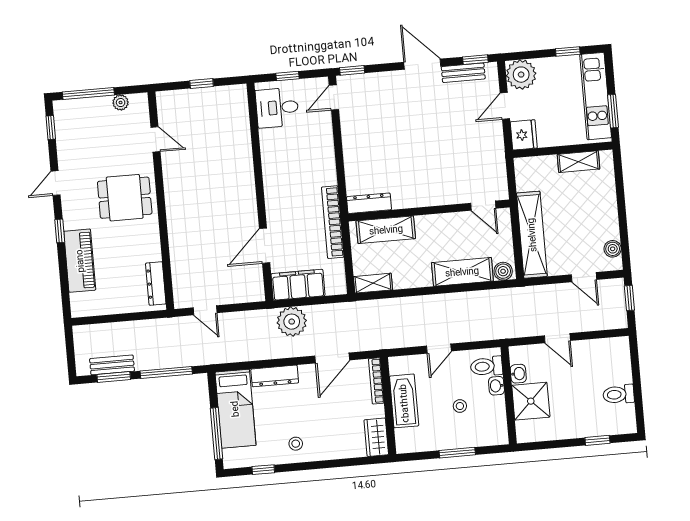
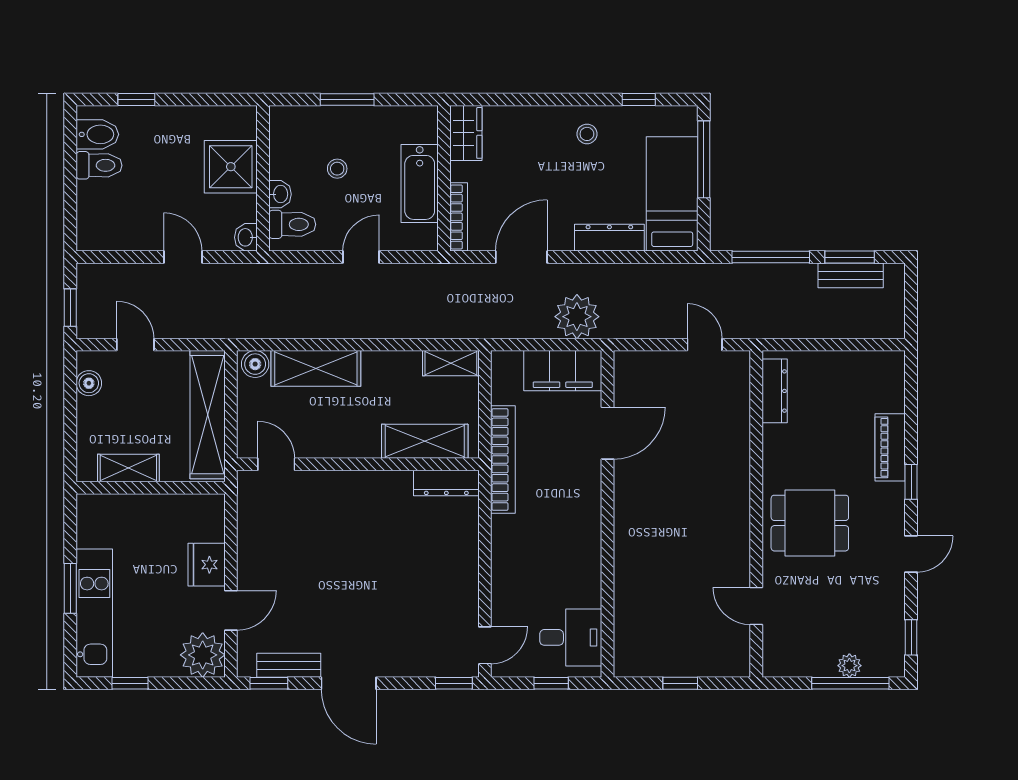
plant: (121, 103) -> (849, 666), moved
wall: (563, 150) -> (151, 488), moved
shelving: (578, 162) -> (128, 468), moved
piano: (80, 261) -> (890, 447), width x0.73, depth x0.75
washbasin: (518, 374) -> (246, 237), moved
bidet: (621, 415) -> (97, 134), added

